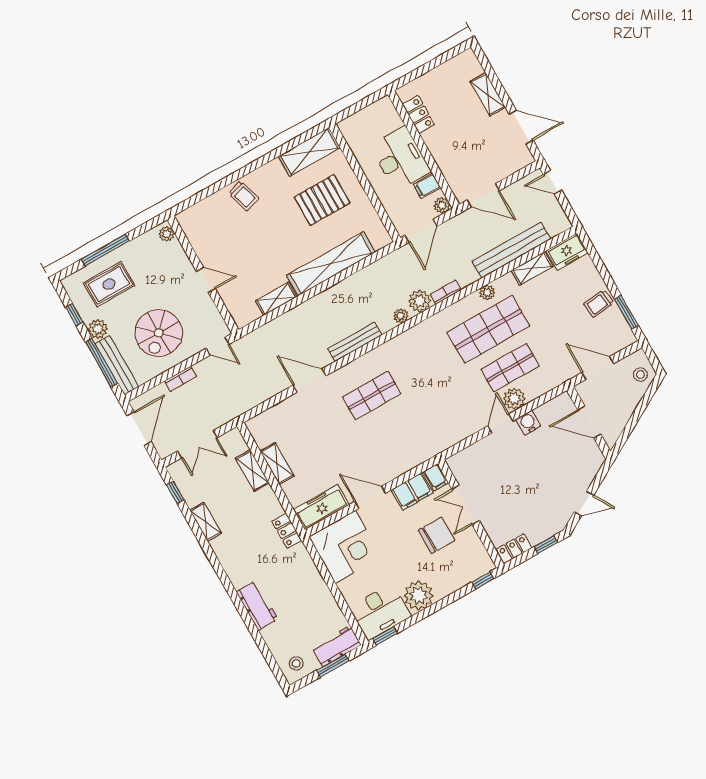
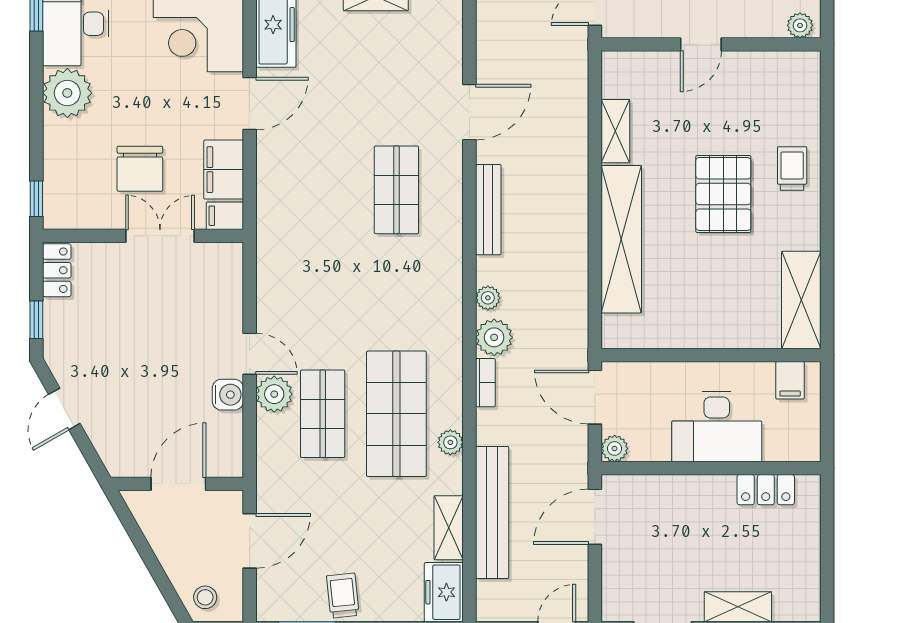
filing cabinet: (427, 186) -> (790, 380), moved, turned 180
trolley: (243, 196) -> (792, 168), turned 107
pallet: (322, 200) -> (723, 194), moved

